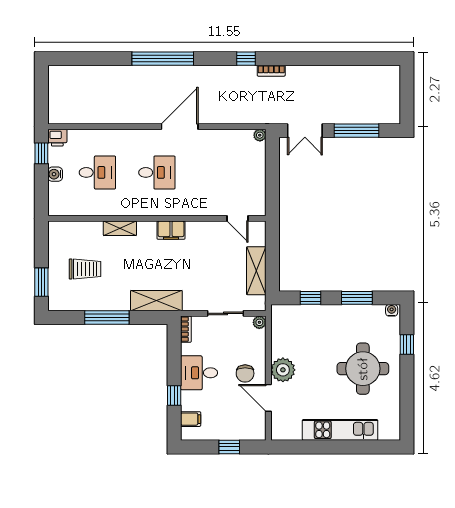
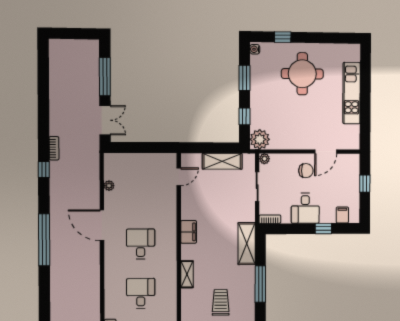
plant: (260, 135) -> (109, 186), moved
plant: (283, 370) -> (260, 139), moved

